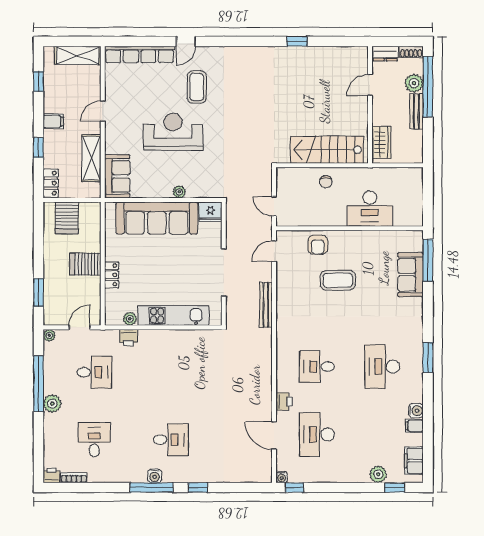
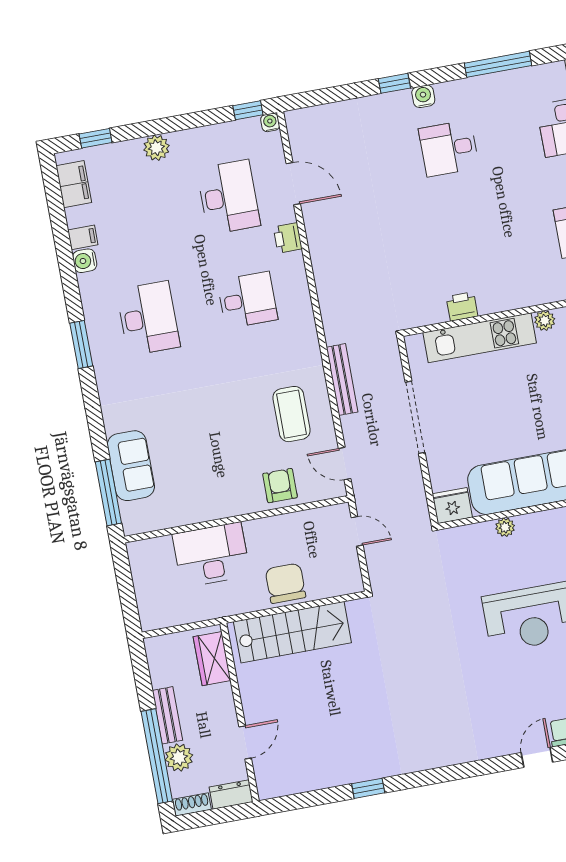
coffee table: (197, 87) -> (508, 691), removed
chair: (326, 182) -> (285, 583), width x1.87, depth x1.87
door: (274, 251) -> (345, 464), swing flipped
coffee table: (338, 280) -> (291, 414), moved, turned 90
printer: (129, 337) -> (462, 306), moved
plant: (378, 474) -> (156, 148), moved
water cooler: (155, 476) -> (423, 96), moved
window: (151, 487) -> (498, 64), moved

